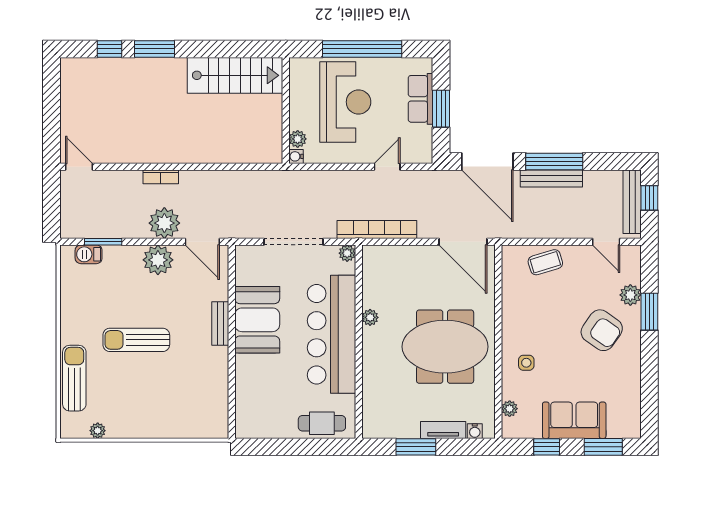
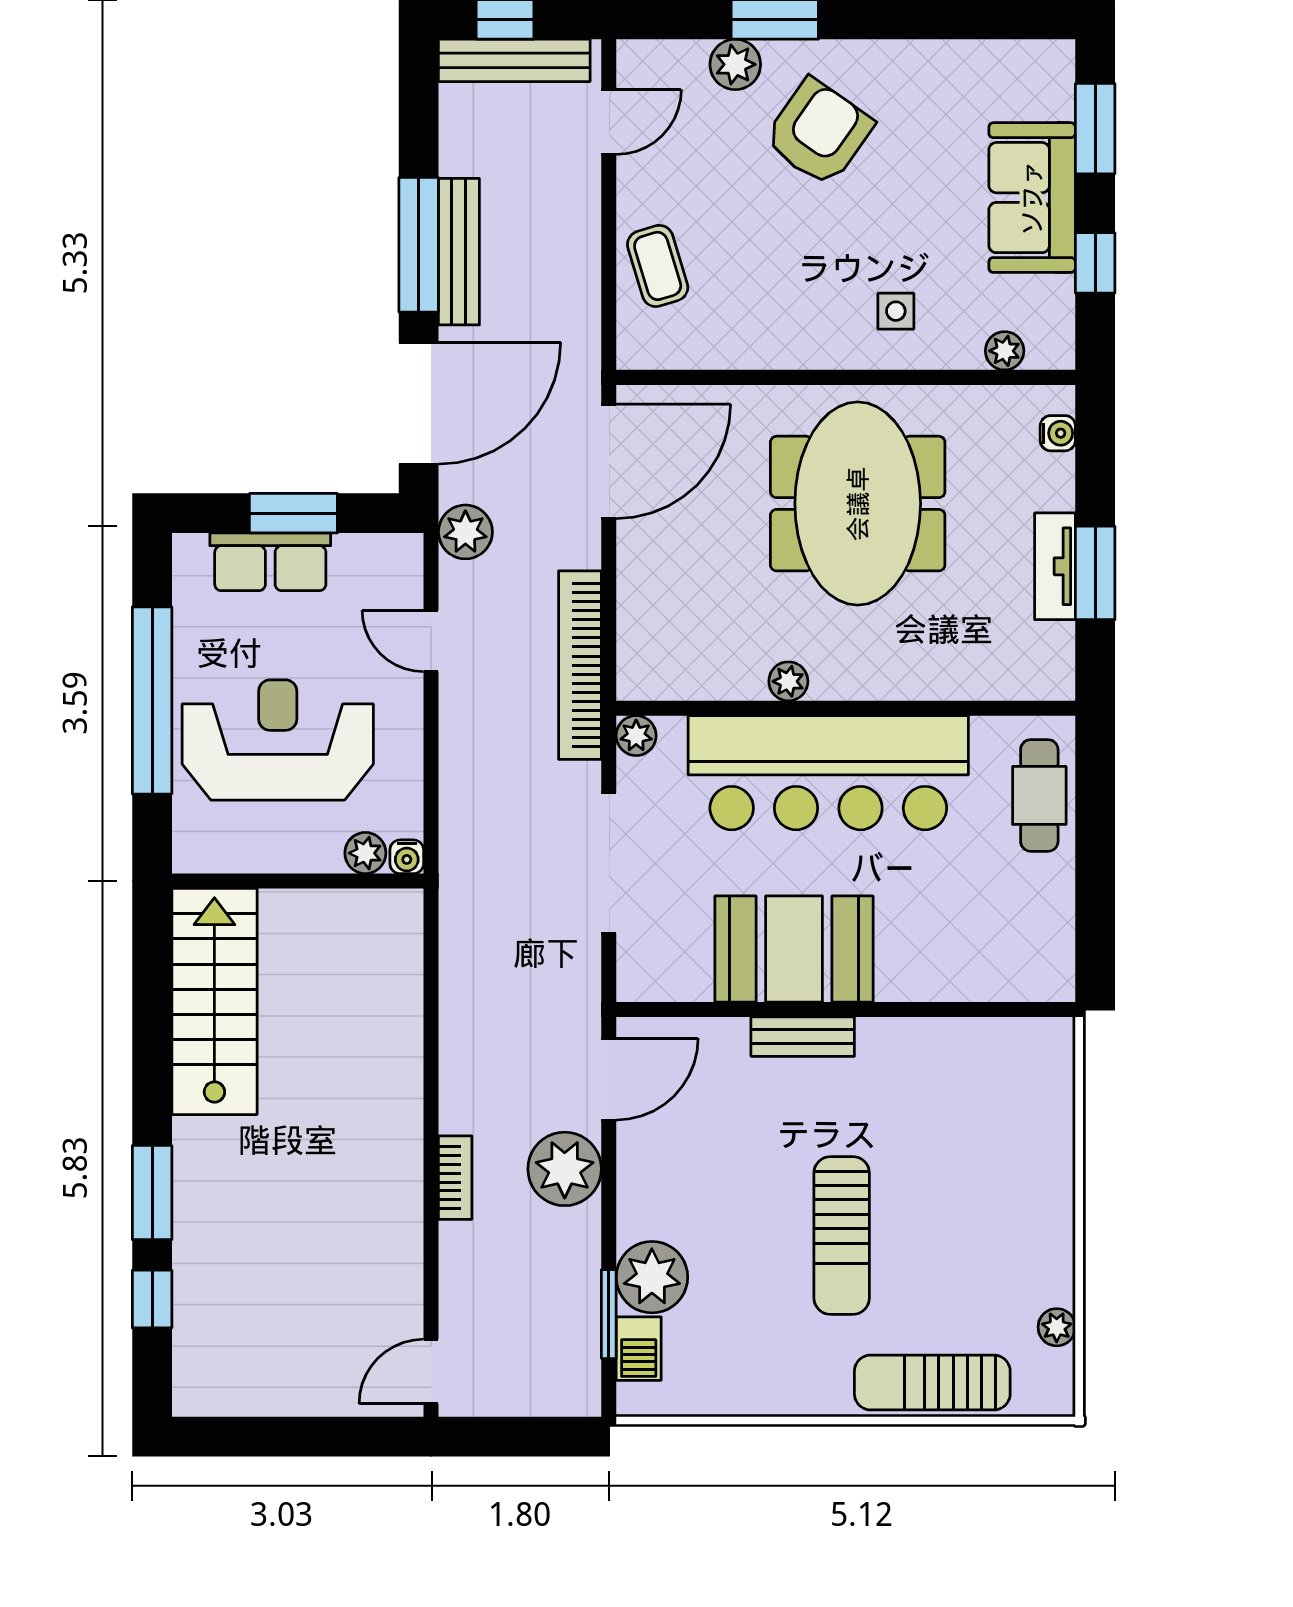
plant: (433, 181) -> (465, 532), added
plant: (158, 260) -> (652, 1277), moved
tv unit: (443, 430) -> (1055, 566), moved

